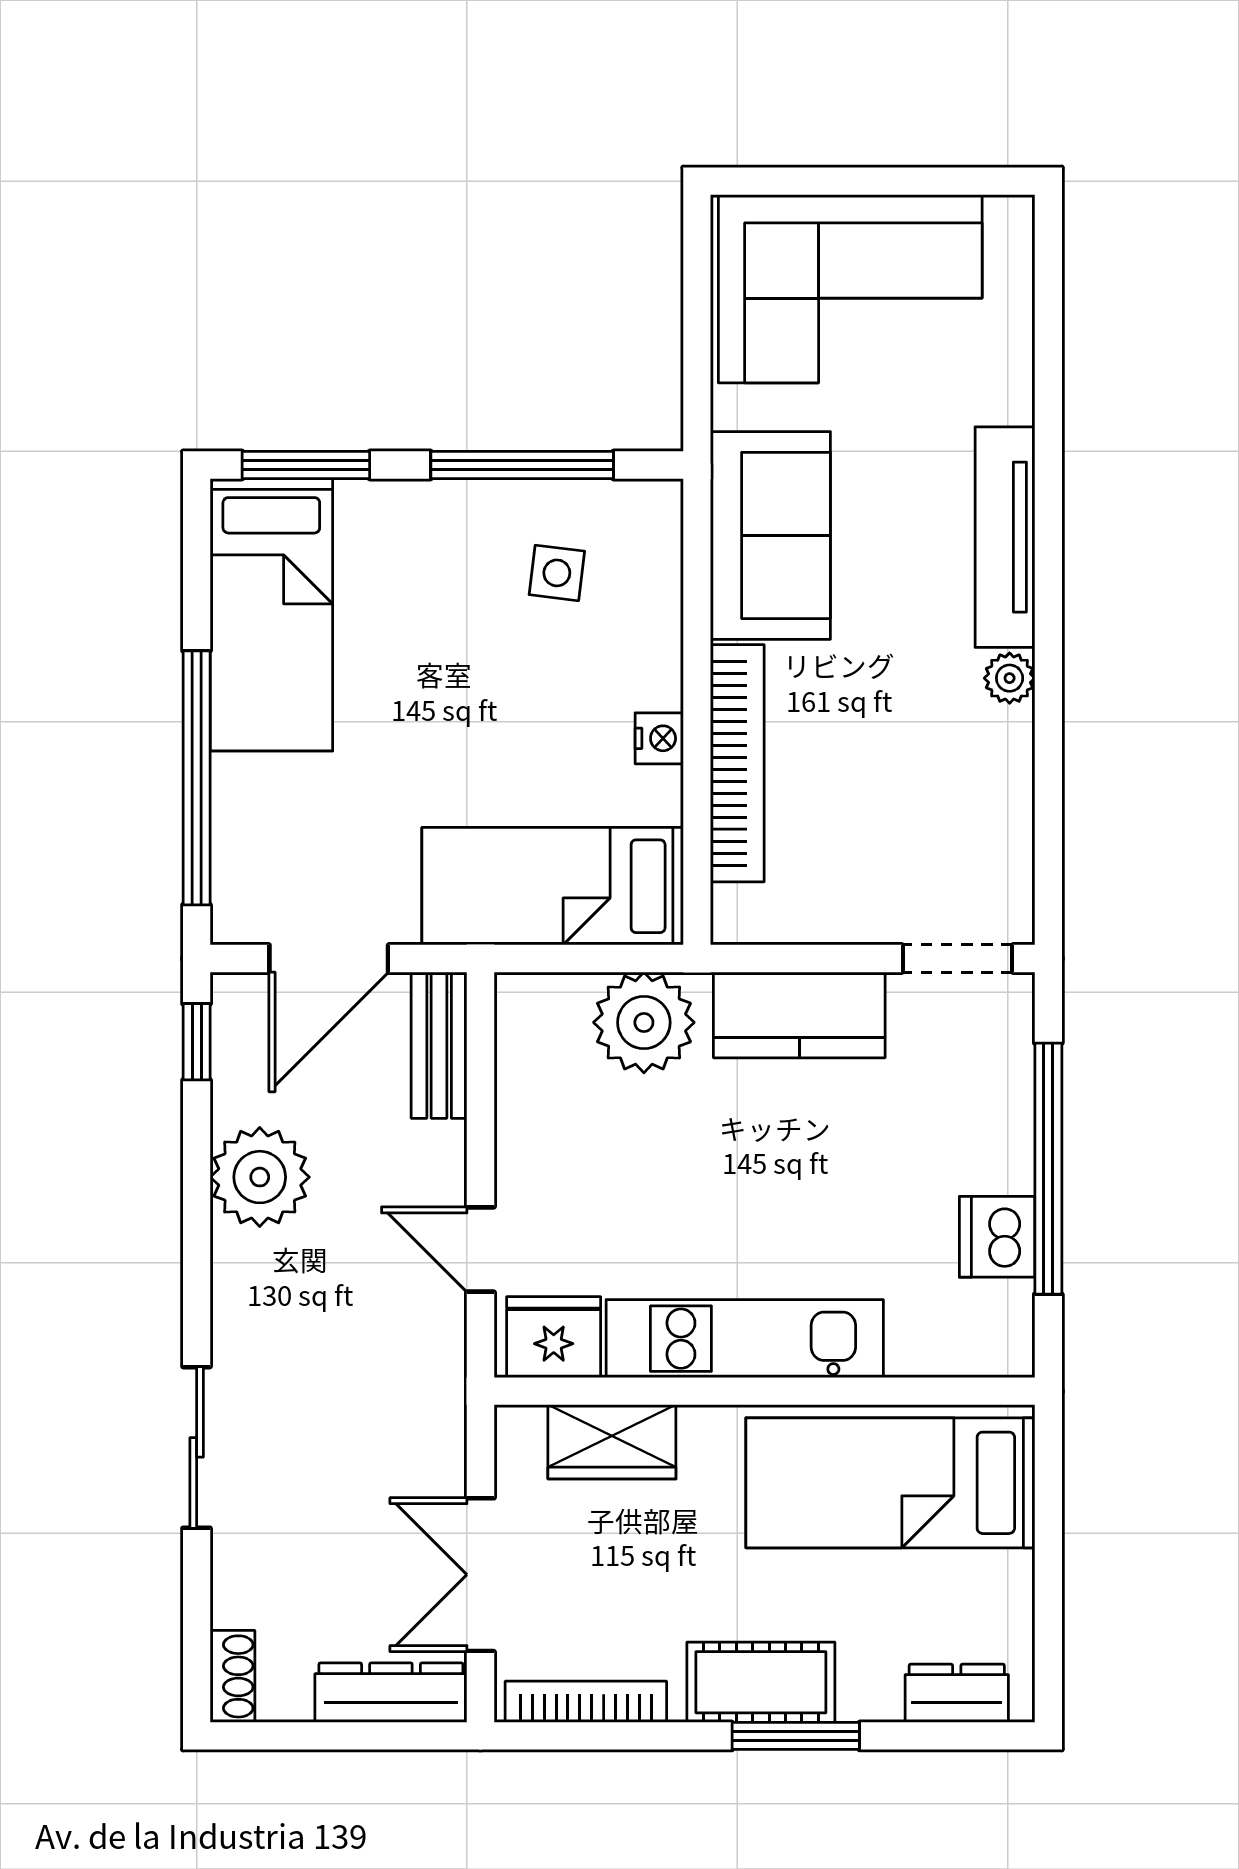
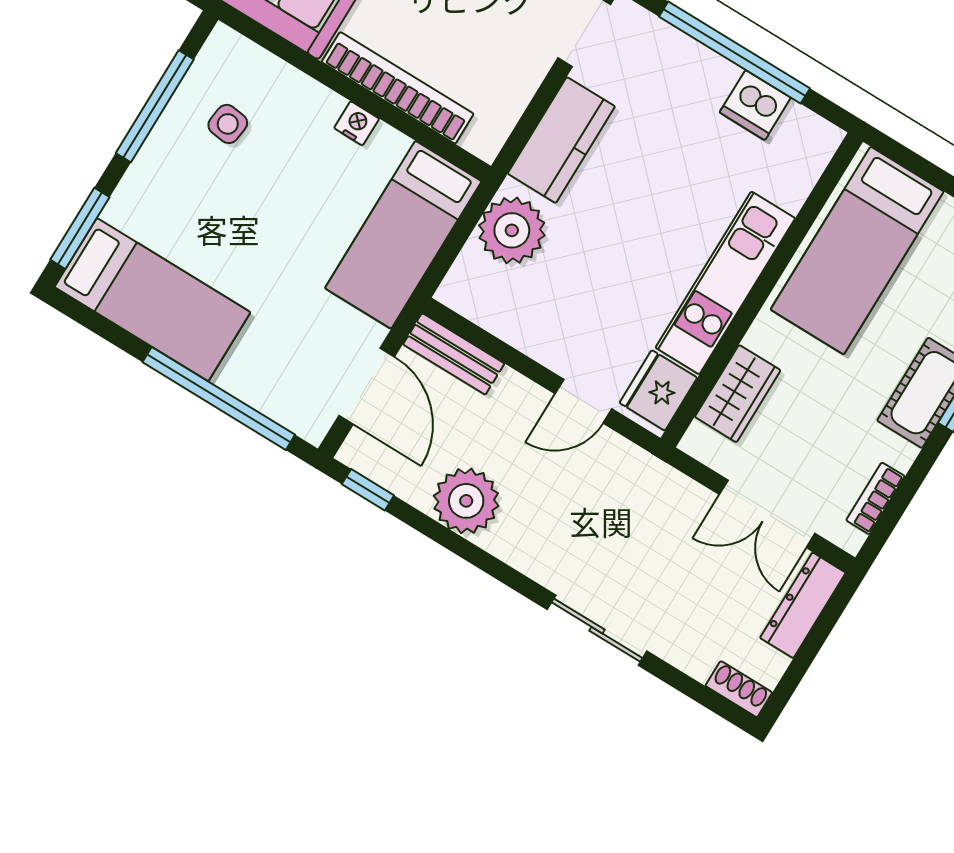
bookcase: (586, 1702) -> (875, 498), width x0.64

